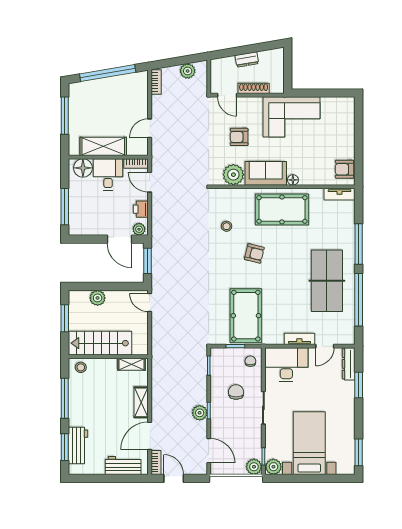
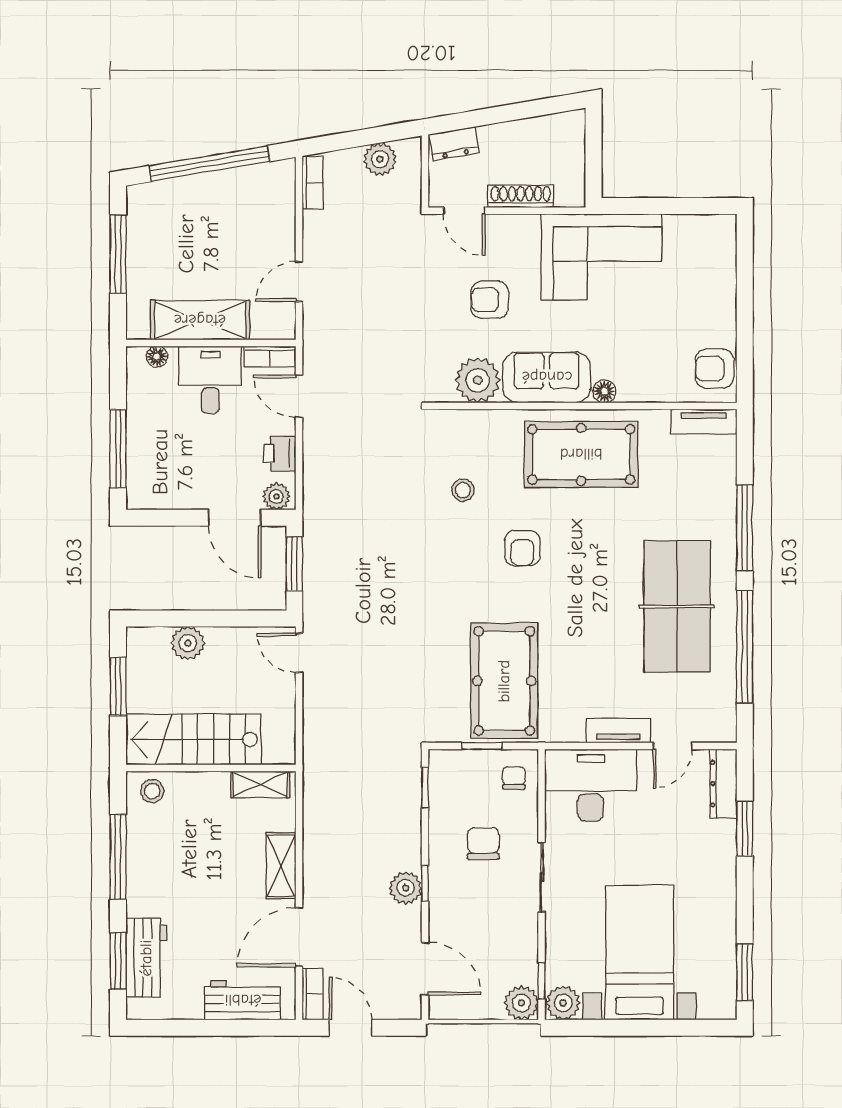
dresser: (247, 60) -> (454, 143), moved
floor lamp: (83, 168) -> (157, 357), width x0.53, depth x0.53
armchair: (254, 253) -> (522, 548), turned 76

